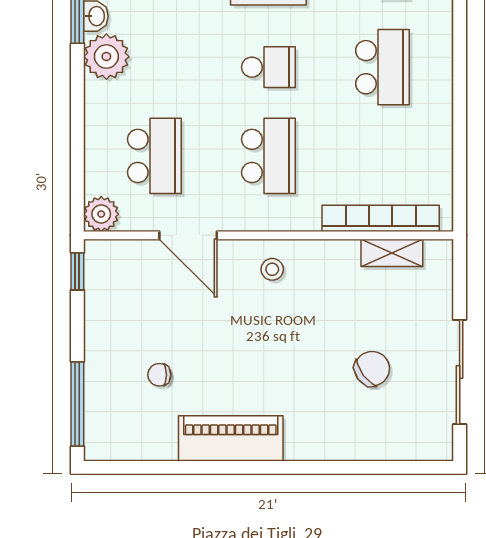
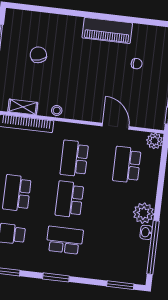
school desk: (268, 67) -> (69, 199), width x1.85
stool: (272, 269) -> (57, 110), moved
chair: (372, 369) -> (38, 55), turned 109

